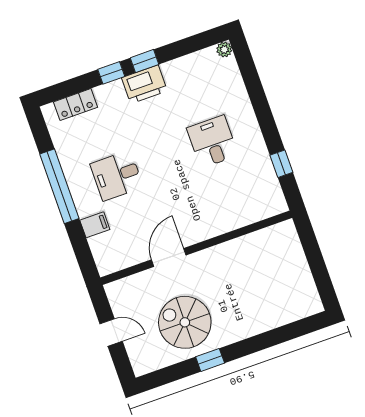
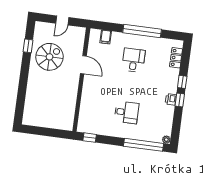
printer: (144, 84) -> (171, 99), width x0.53, depth x0.68
window: (253, 84) -> (143, 145), added
window: (281, 164) -> (90, 138), moved
filing cabinet: (95, 225) -> (106, 37), moved
window: (210, 360) -> (28, 46), moved

